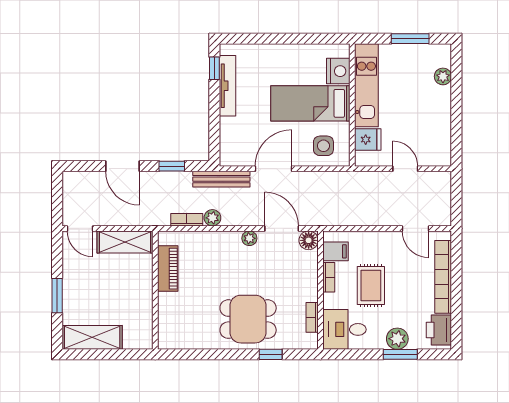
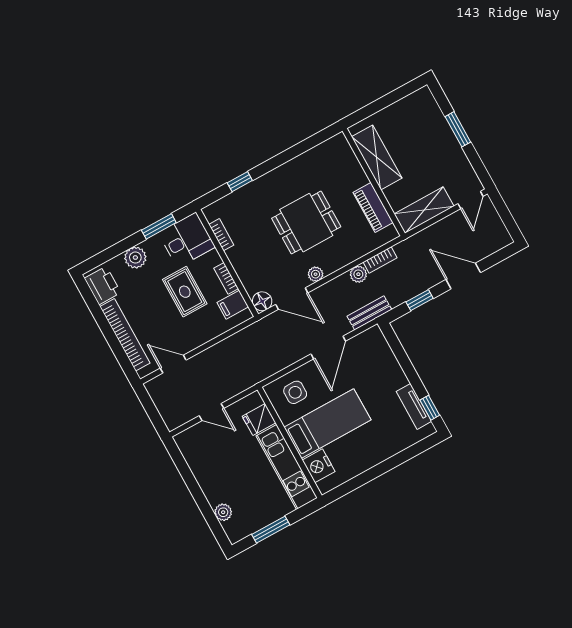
tv unit: (228, 86) -> (414, 406), width x0.71
bench: (221, 179) -> (369, 313), width x0.73
door: (80, 228) -> (471, 200), swing flipped
dining table: (248, 319) -> (306, 223), moved
shelving: (92, 337) -> (377, 157), moved, turned 90
window: (400, 354) -> (159, 226), moved

